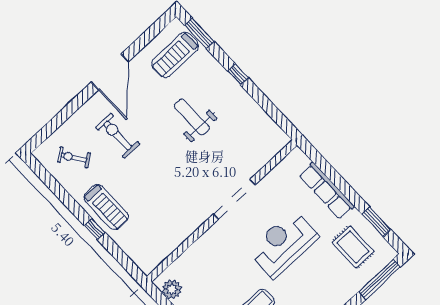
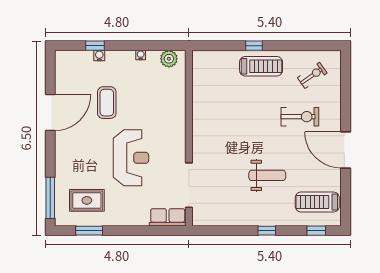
window: (199, 33) -> (316, 231), width x0.67
treadmill: (175, 55) -> (317, 202), turned -90
row of seats: (327, 191) -> (168, 217), moved, width x0.68
doorway: (234, 199) -> (189, 185), moved
treadmill: (106, 207) -> (261, 66), turned 180

